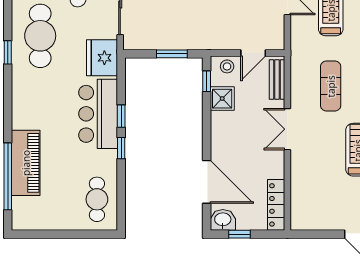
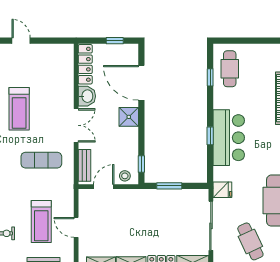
fridge: (102, 58) -> (222, 190), width x0.53, depth x0.75
exercise mat: (331, 86) -> (41, 160), turned 90
shower: (222, 99) -> (129, 117), moved
window: (121, 148) -> (210, 77), moved
washbasin: (223, 220) -> (87, 96), moved, turned -90

